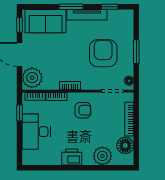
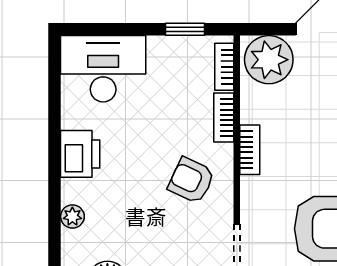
armchair: (83, 110) -> (191, 180), turned 115
desk: (36, 132) -> (103, 69), moved
plant: (102, 156) -> (72, 216), width x0.53, depth x0.53

